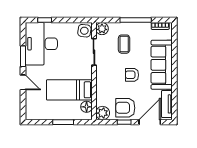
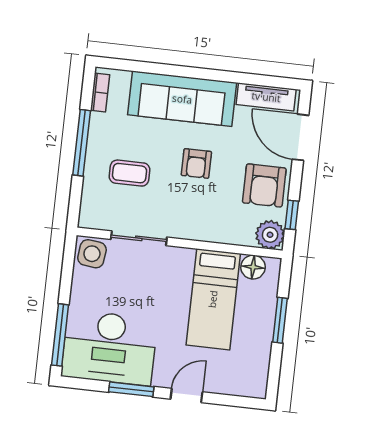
window: (45, 20) -> (60, 335), width x2.17
plant: (102, 29) -> (92, 216), removed
window: (124, 122) -> (292, 215), moved

